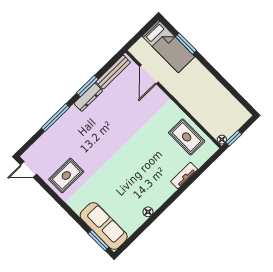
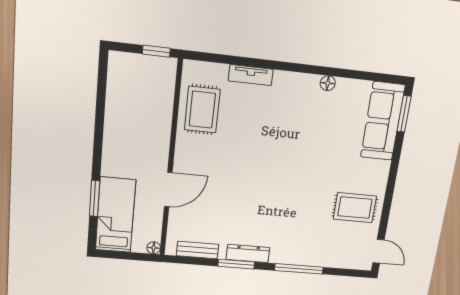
bench: (113, 72) -> (198, 250), width x0.73
door: (149, 74) -> (168, 190), moved
floor lamp: (222, 140) -> (154, 248), moved

